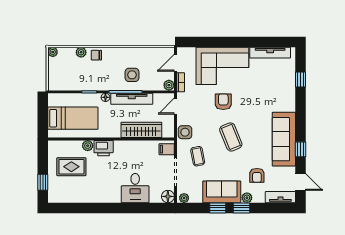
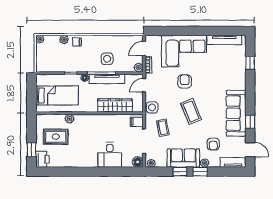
printer: (104, 148) -> (42, 159), moved, turned -90

